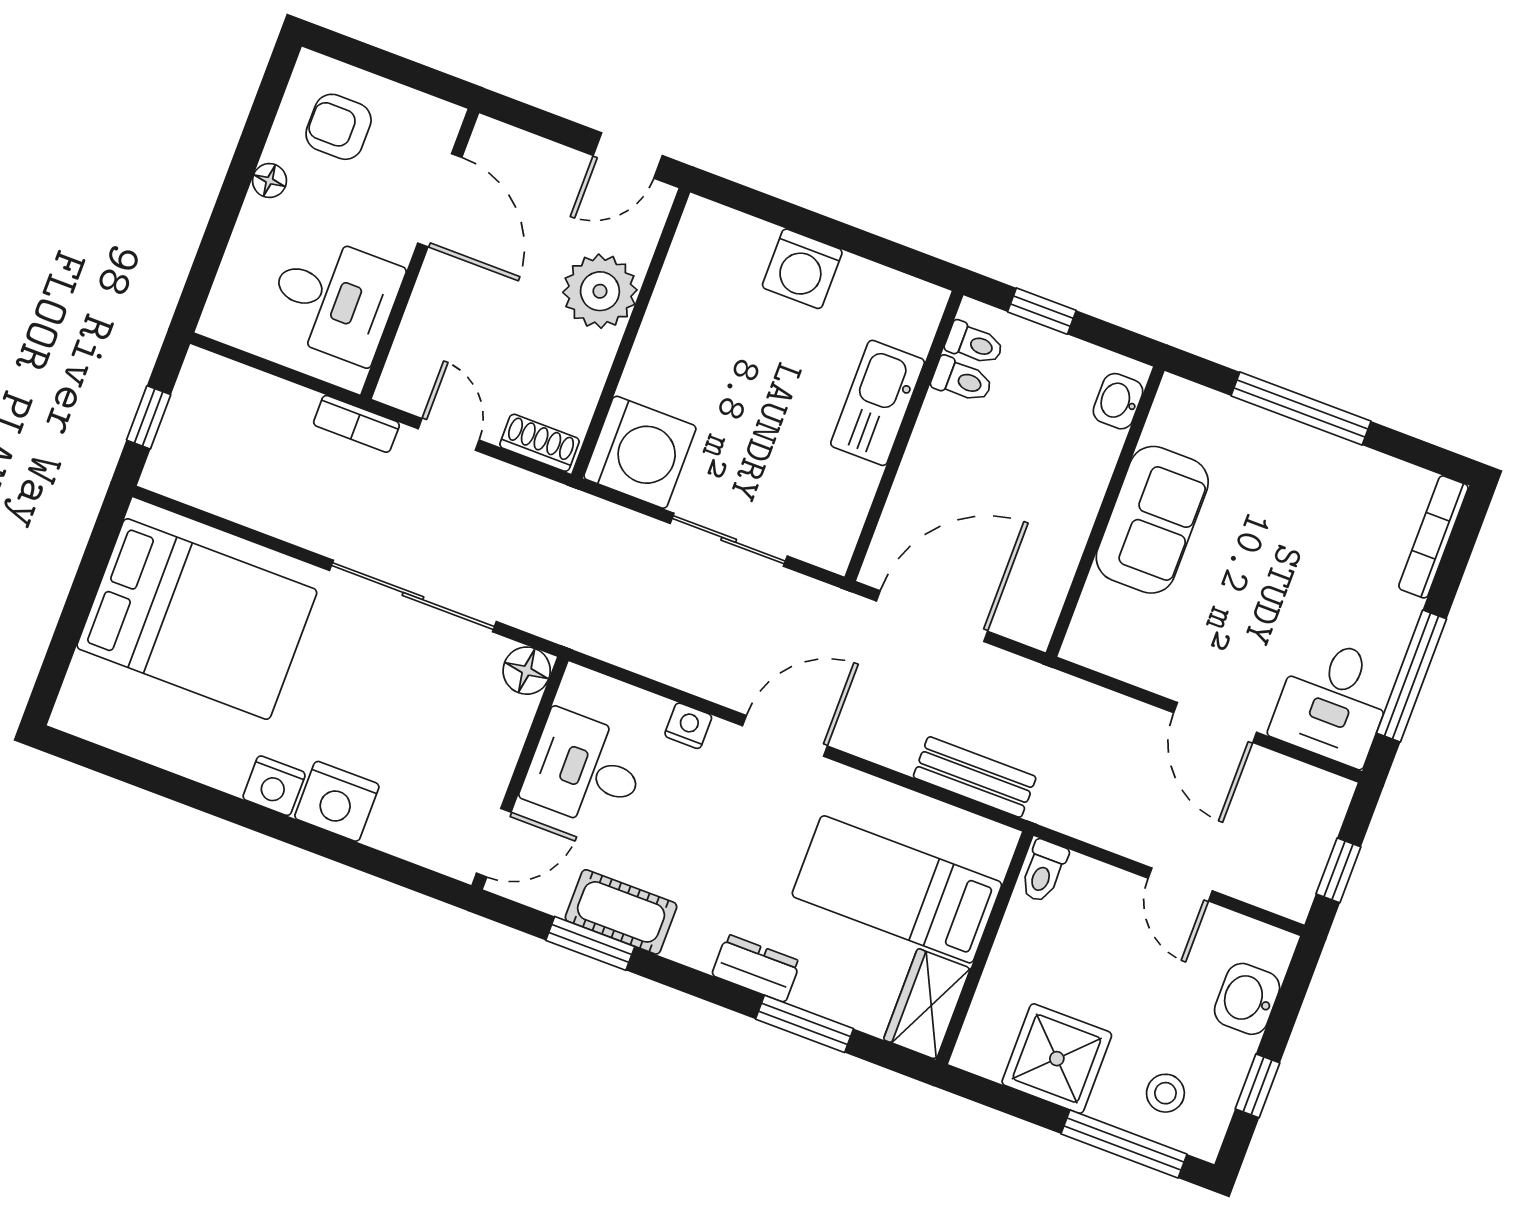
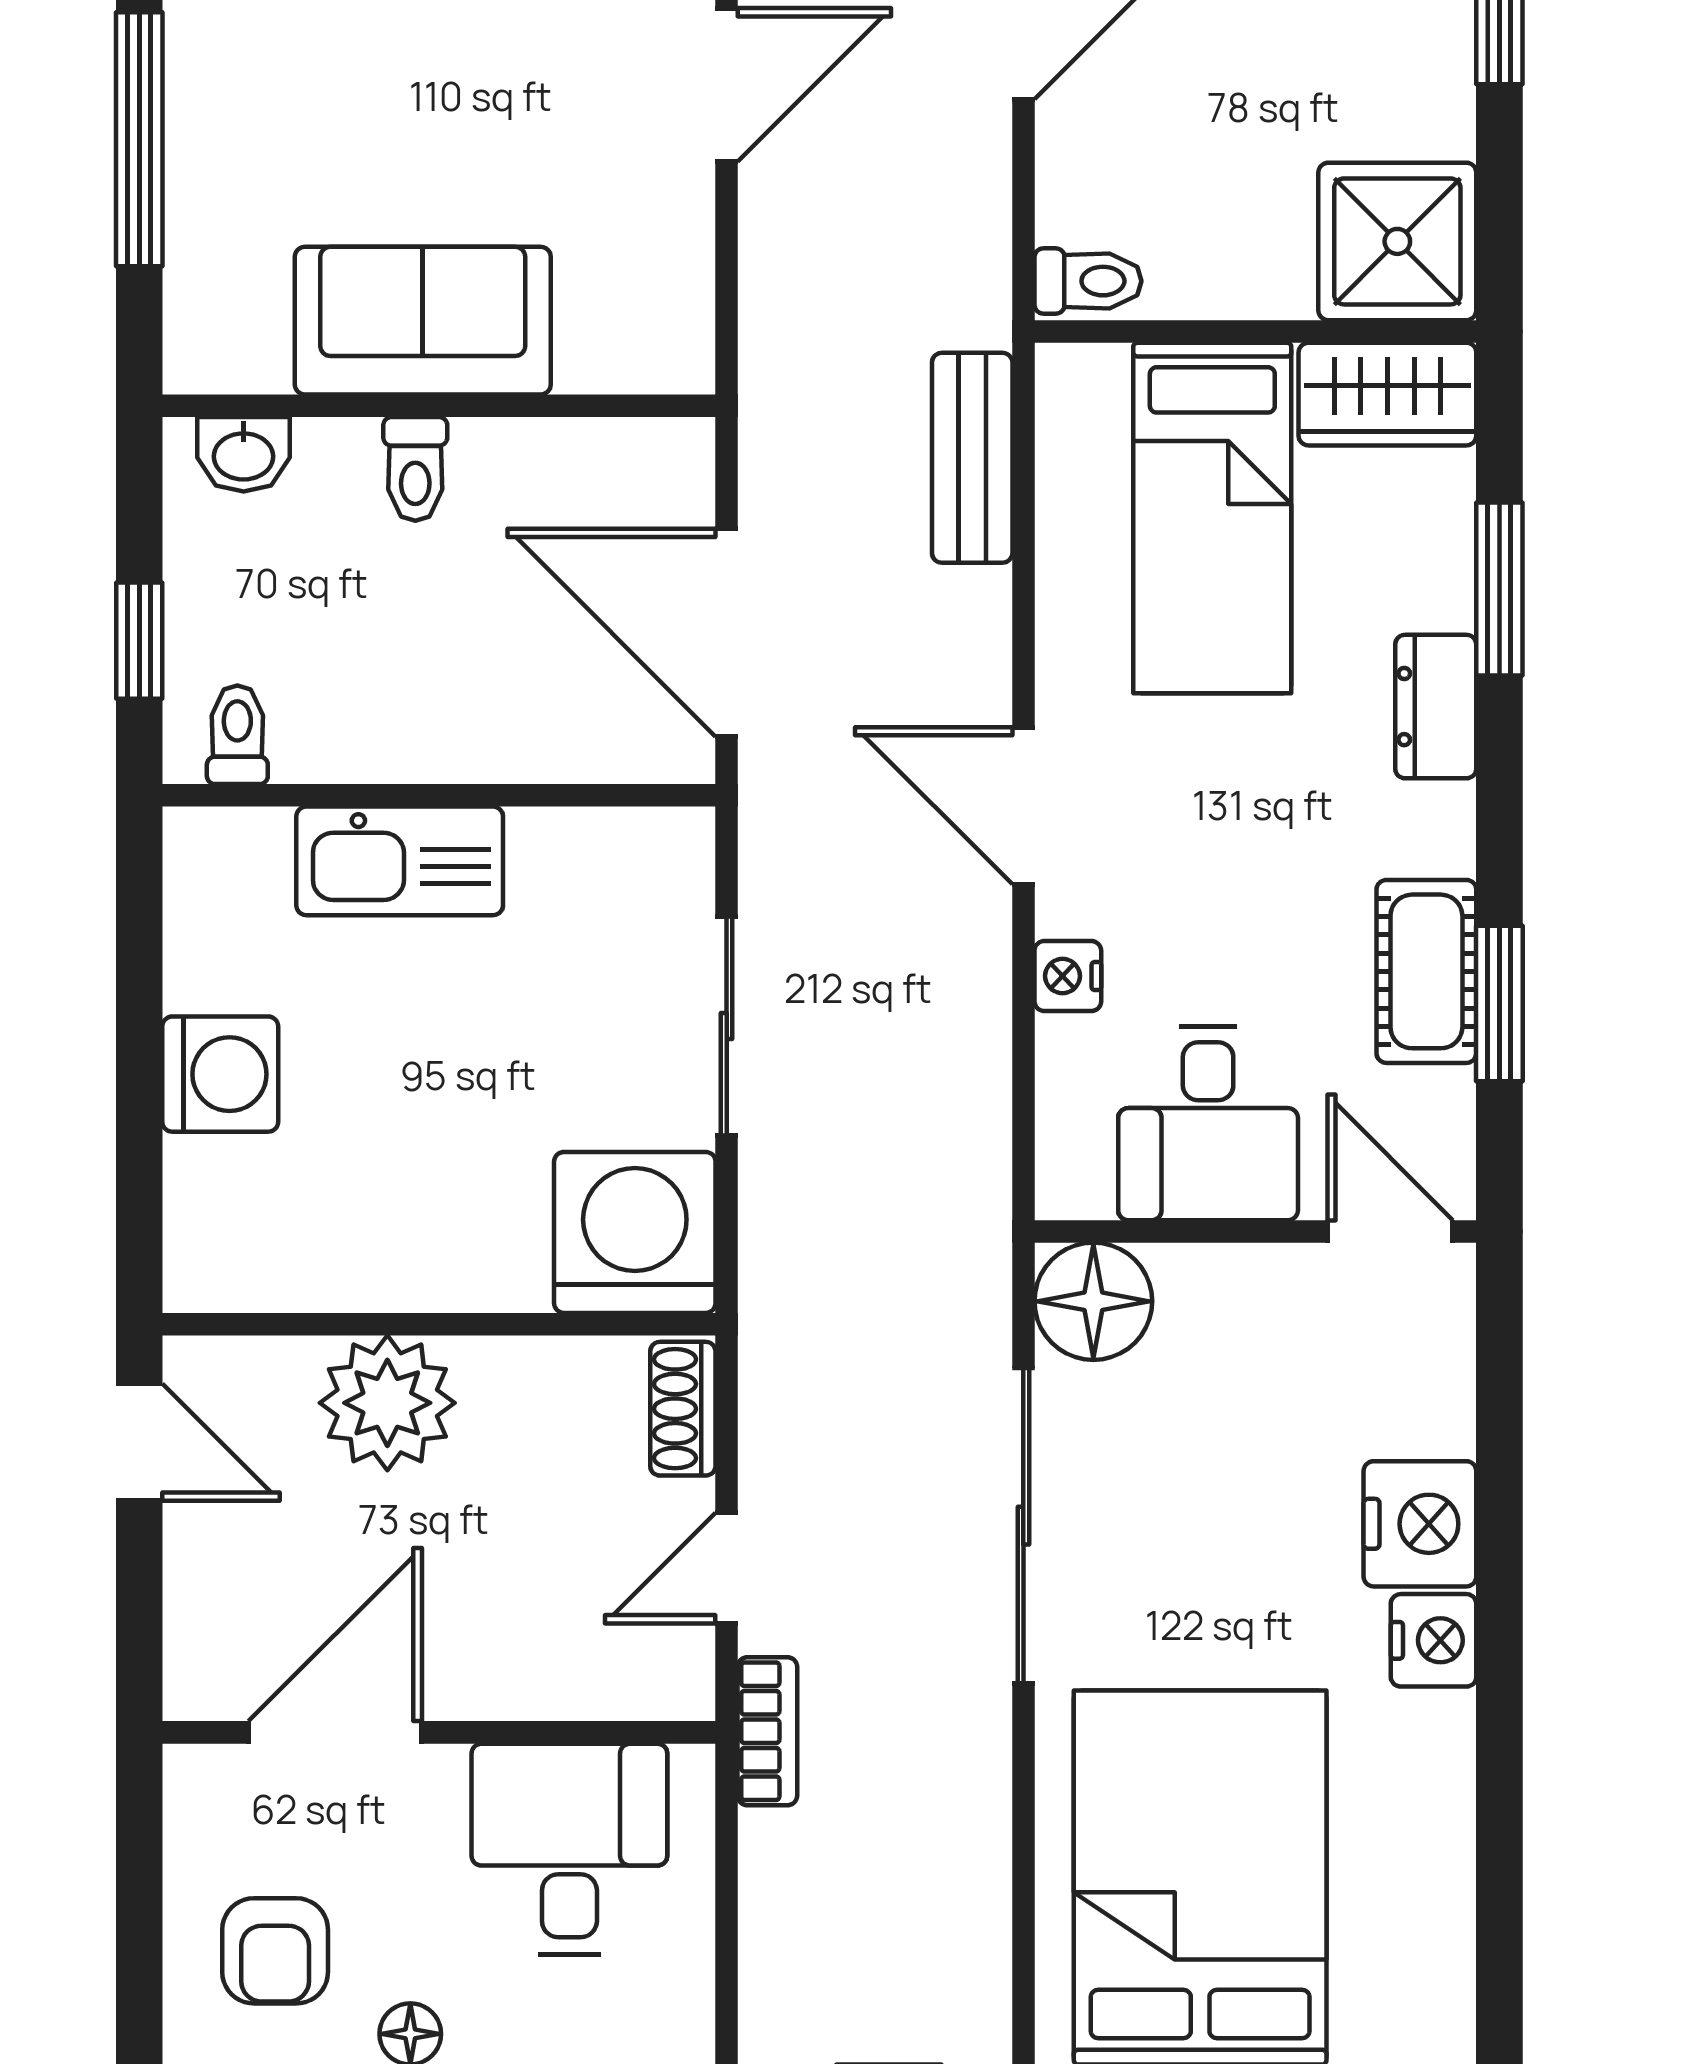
toilet: (962, 380) -> (415, 469), moved, turned 180
floor lamp: (527, 671) -> (1093, 1301), width x1.38, depth x1.38
shower: (1057, 1059) -> (1397, 241), moved

